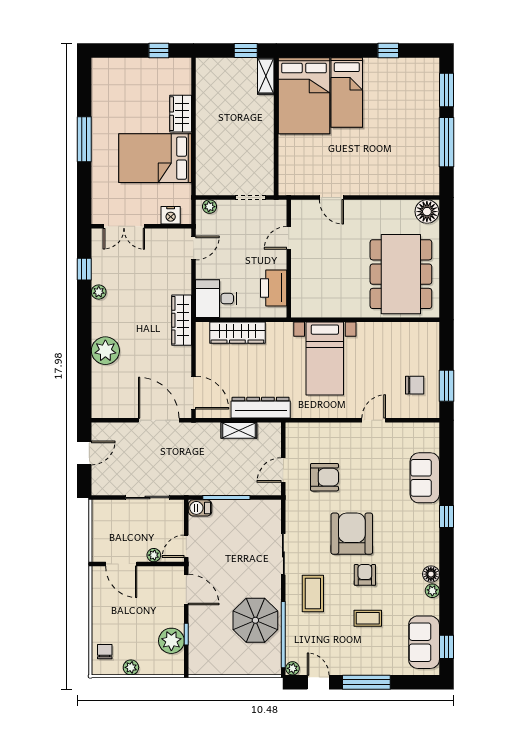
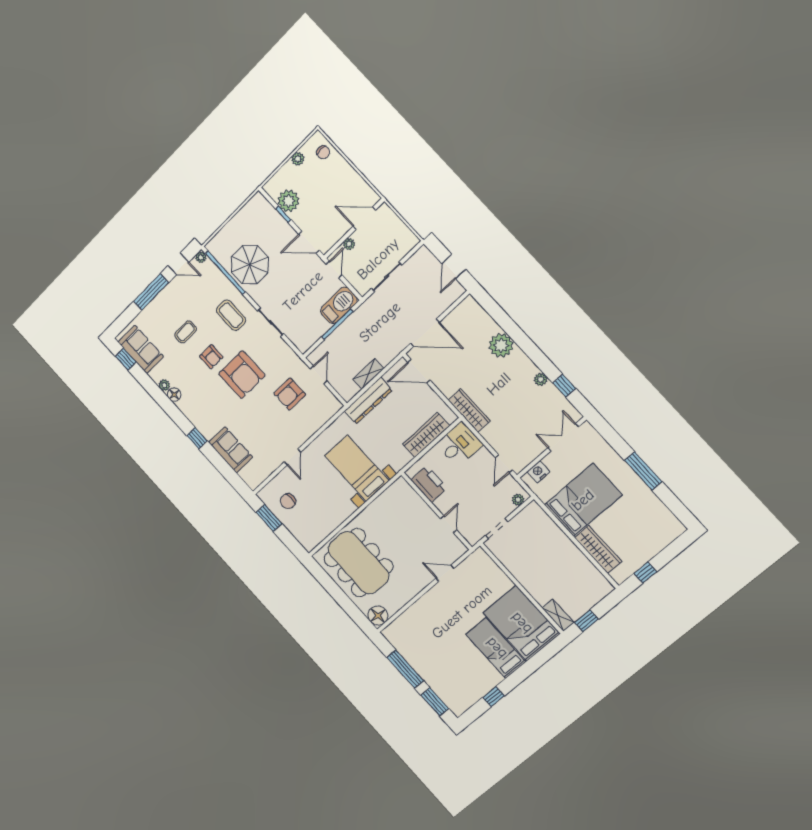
wardrobe: (181, 114) -> (598, 549), width x1.50
barbecue: (200, 508) -> (339, 305), width x1.88, depth x1.53

